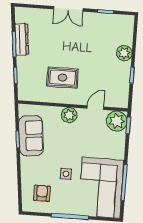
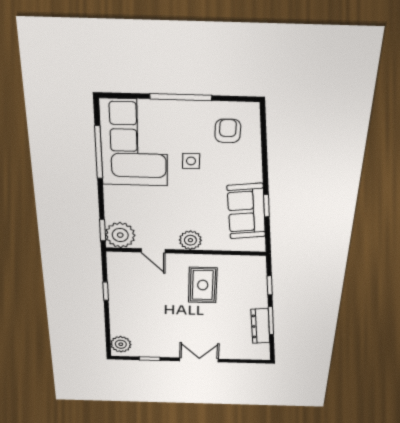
plant: (124, 53) -> (121, 344), moved
rug: (63, 78) -> (203, 285), turned 90
door: (95, 108) -> (153, 251), hinge flipped
armchair: (42, 193) -> (228, 131), turned 180

